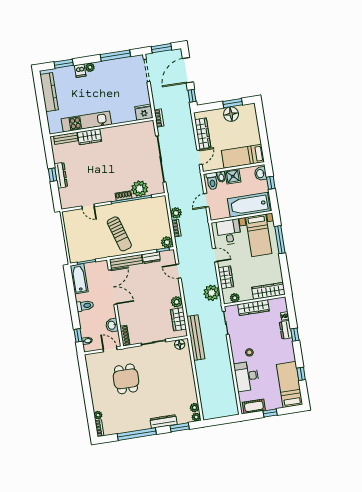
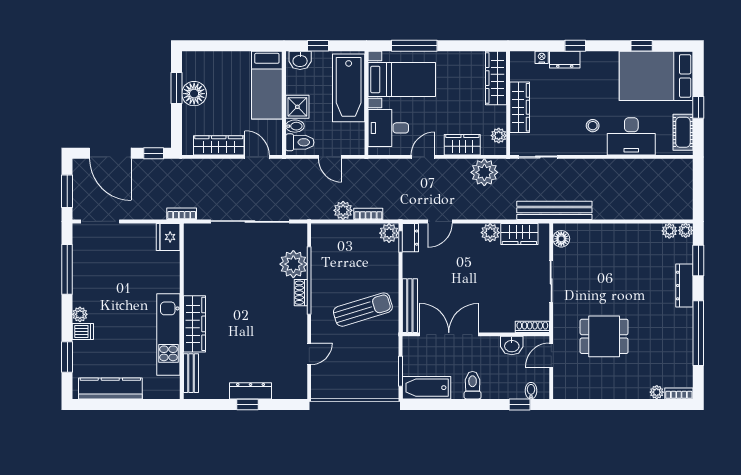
wardrobe: (90, 137) -> (194, 324), width x1.50
dresser: (151, 258) -> (410, 238), moved
bed: (290, 384) -> (656, 76), width x1.50

